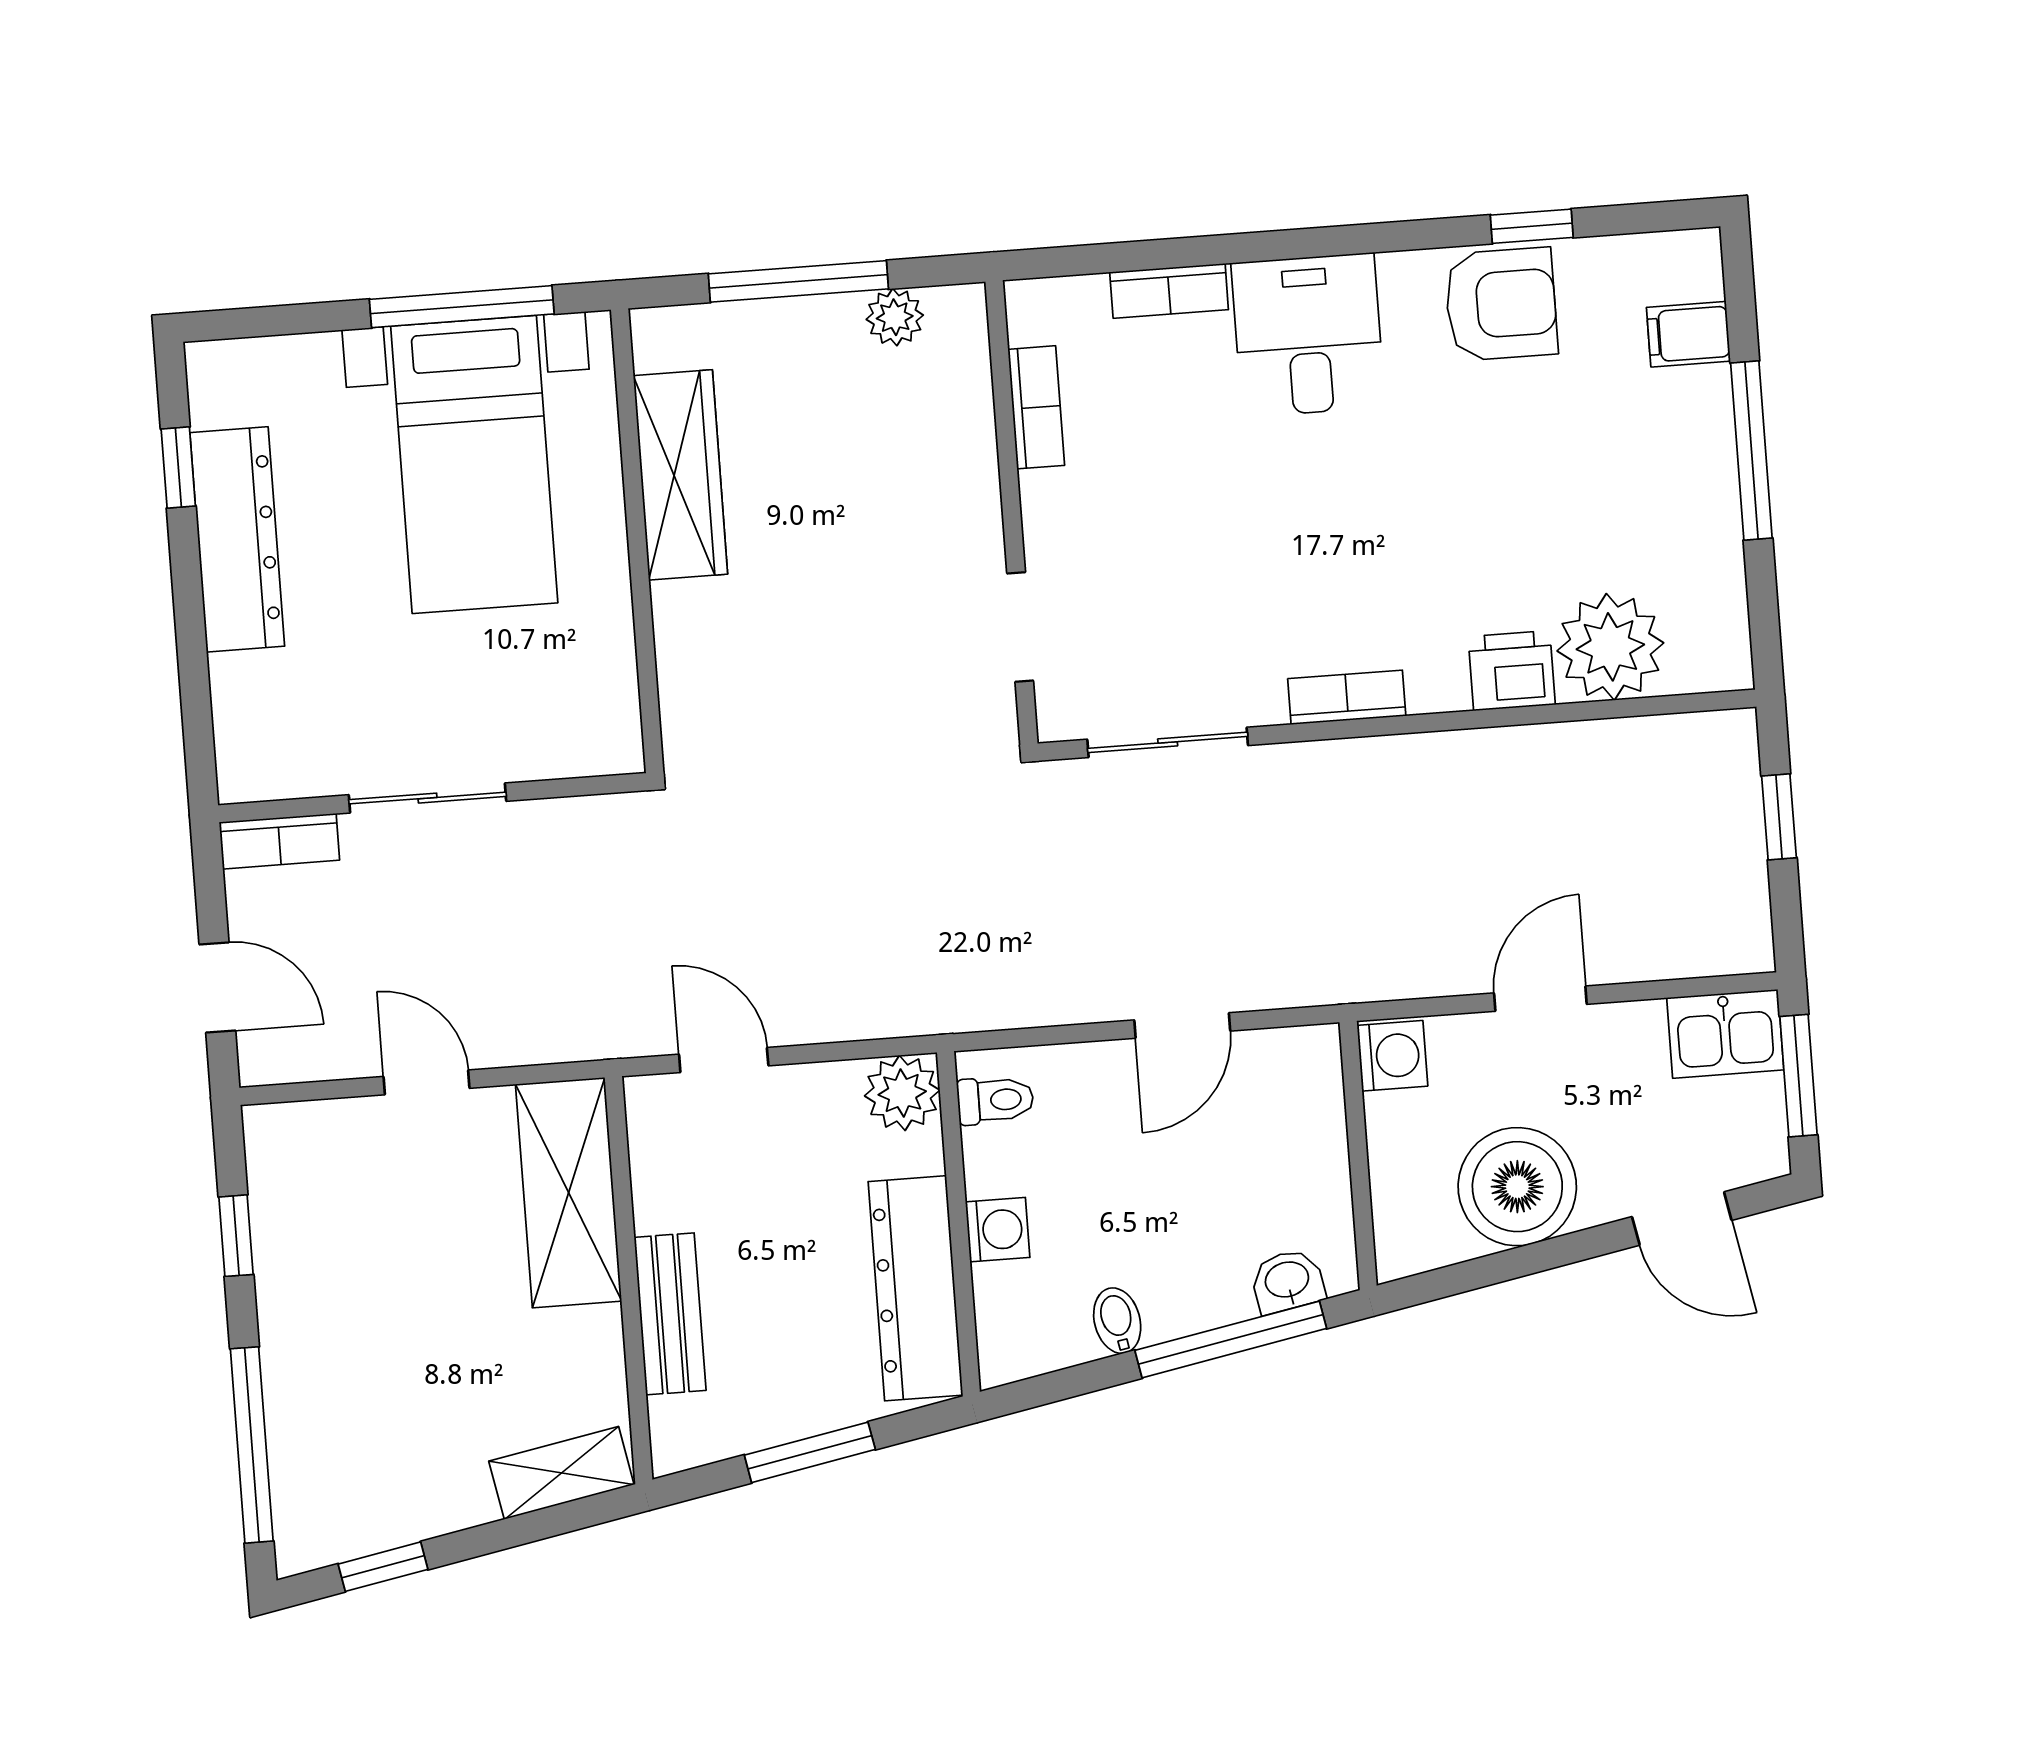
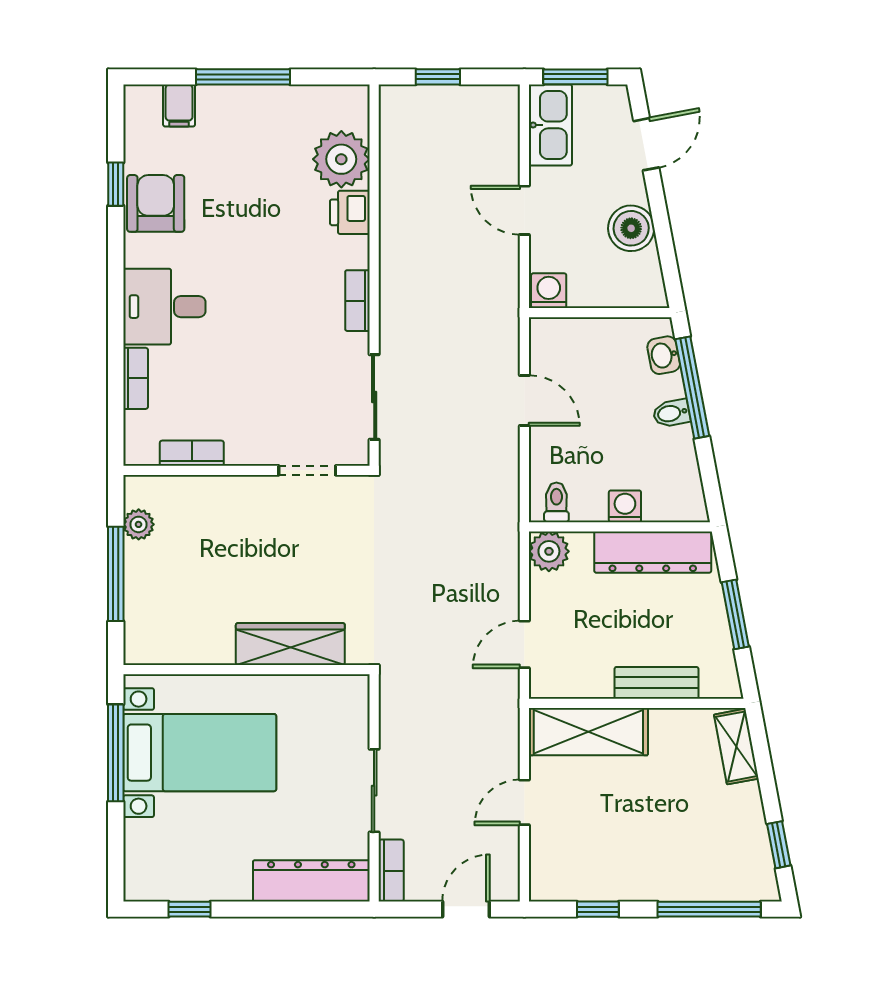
wardrobe: (680, 475) -> (290, 644), moved
dresser: (237, 539) -> (311, 881), moved
kitchen sink: (1725, 1034) -> (550, 125), width x1.38
boiler: (1517, 1187) -> (631, 228), width x0.73, depth x0.73
bidet: (1117, 1321) -> (671, 413), moved

